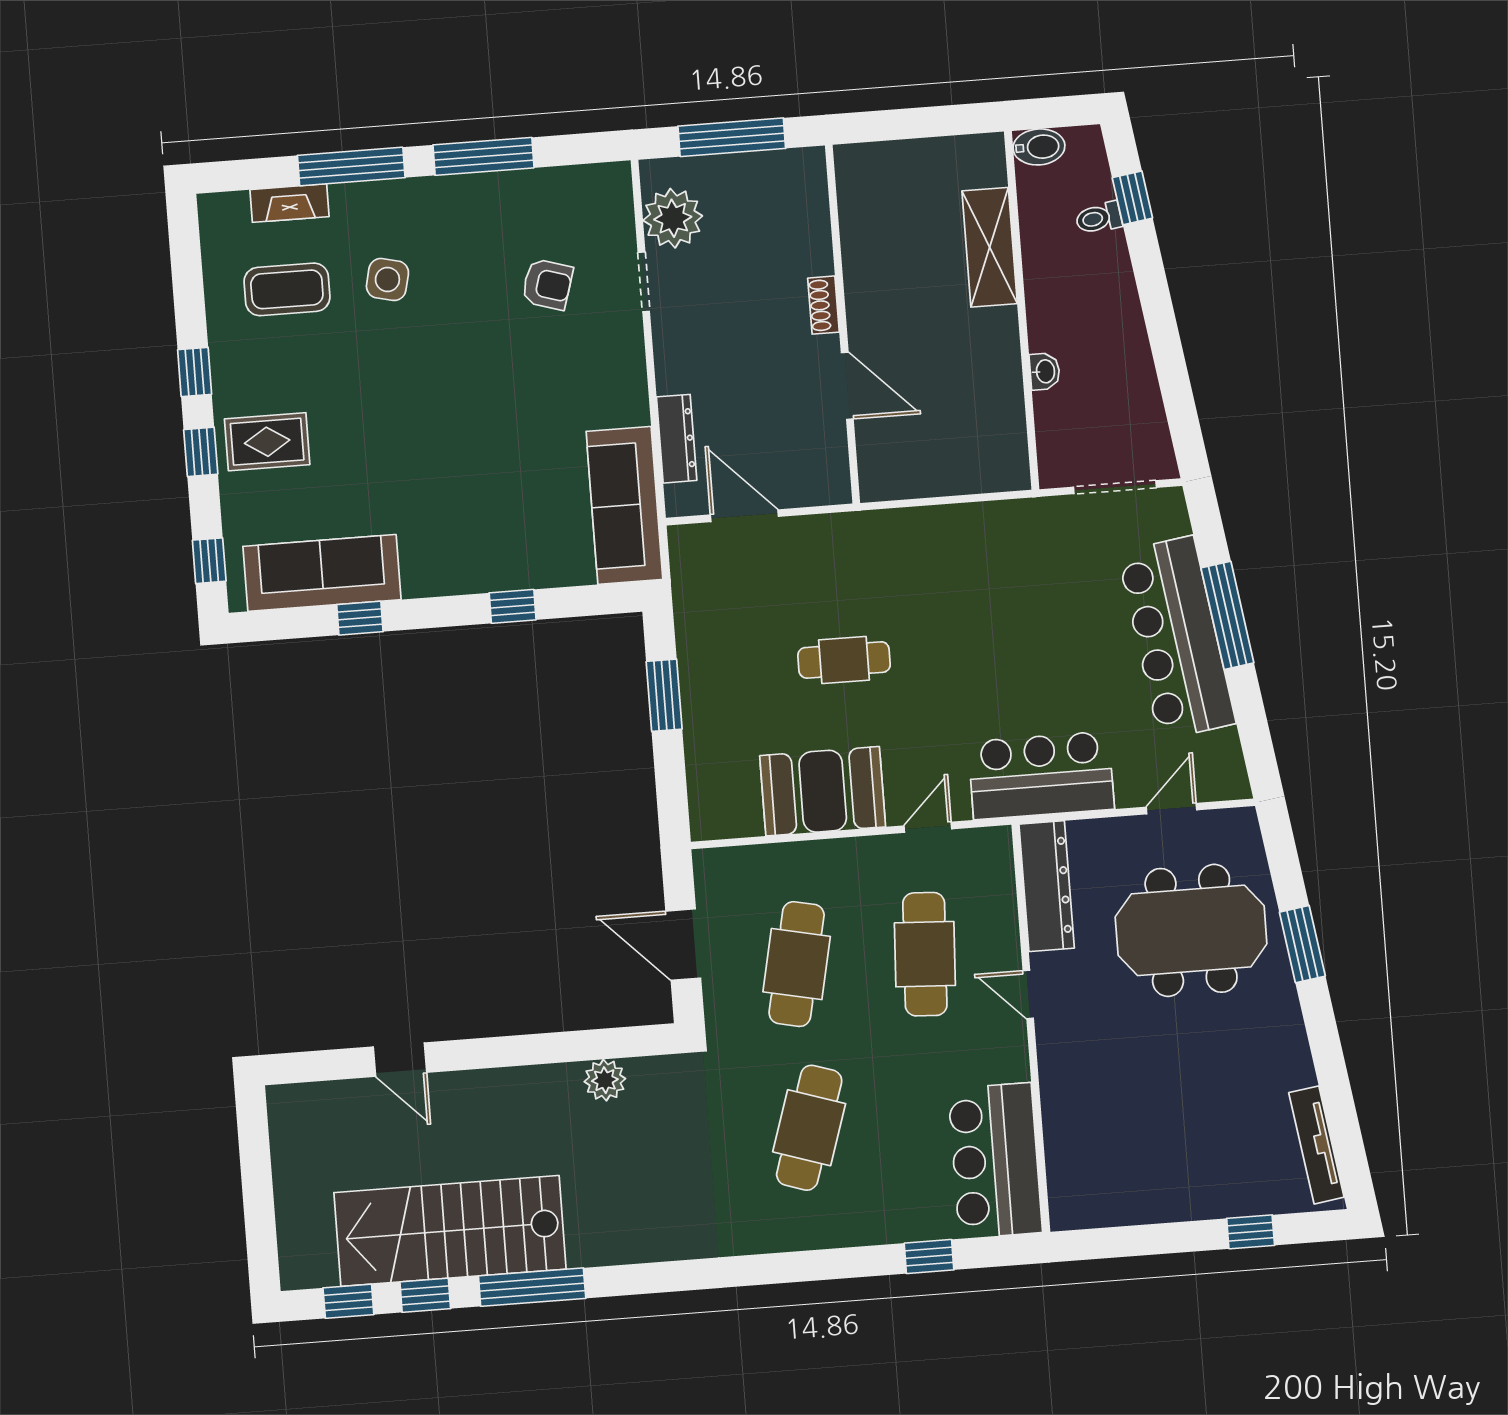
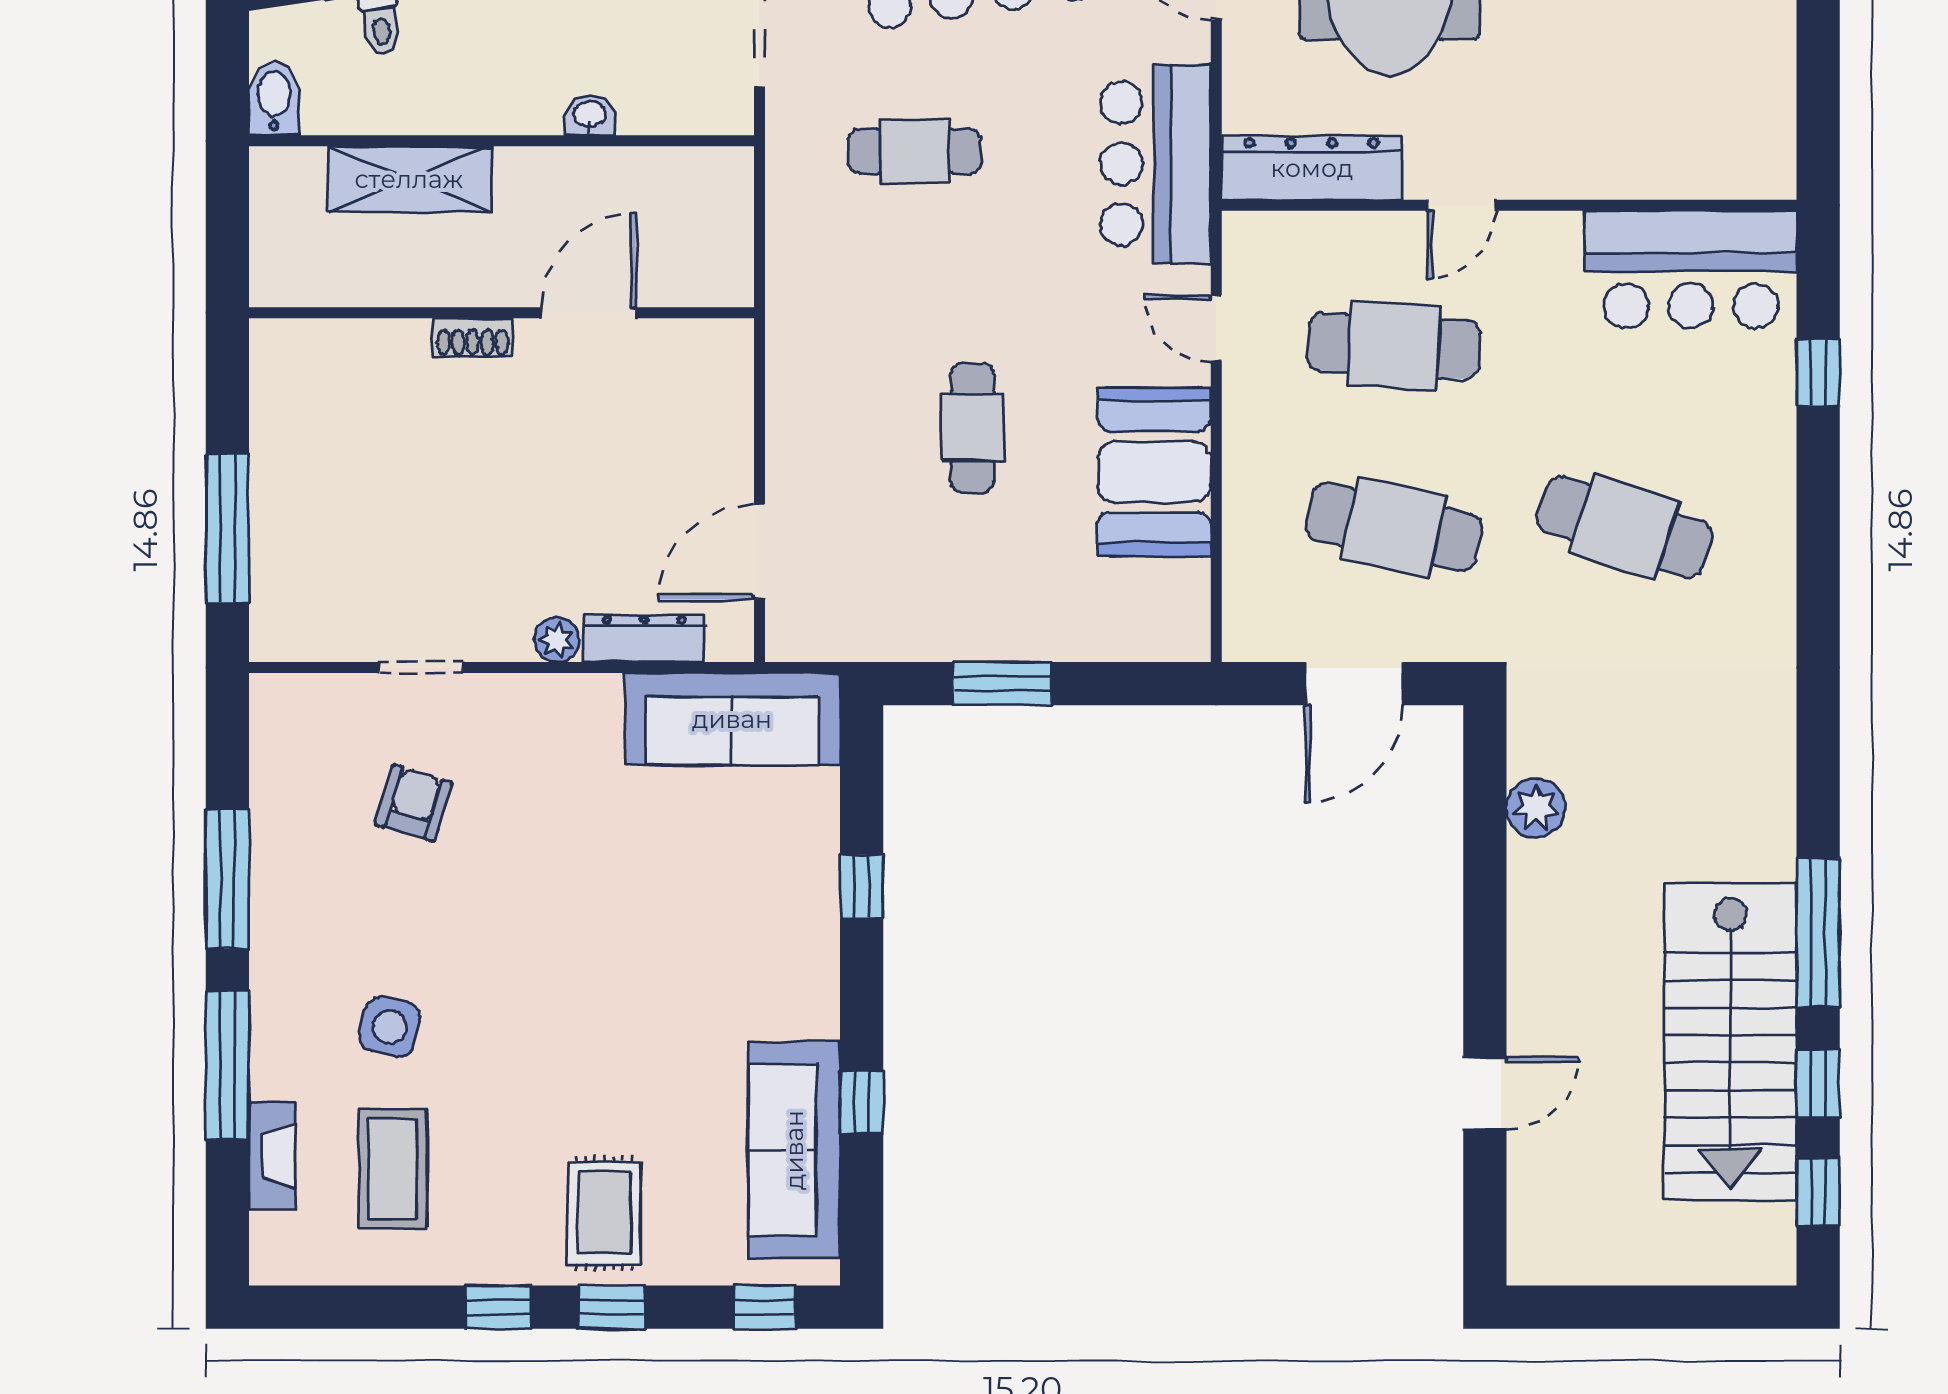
plant: (673, 218) -> (557, 640), moved, width x0.53, depth x0.53
shoe rack: (824, 305) -> (473, 337), moved
wall: (843, 324) -> (501, 313), moved
door: (847, 386) -> (588, 313), moved
cafe table: (1037, 604) -> (915, 151), added

